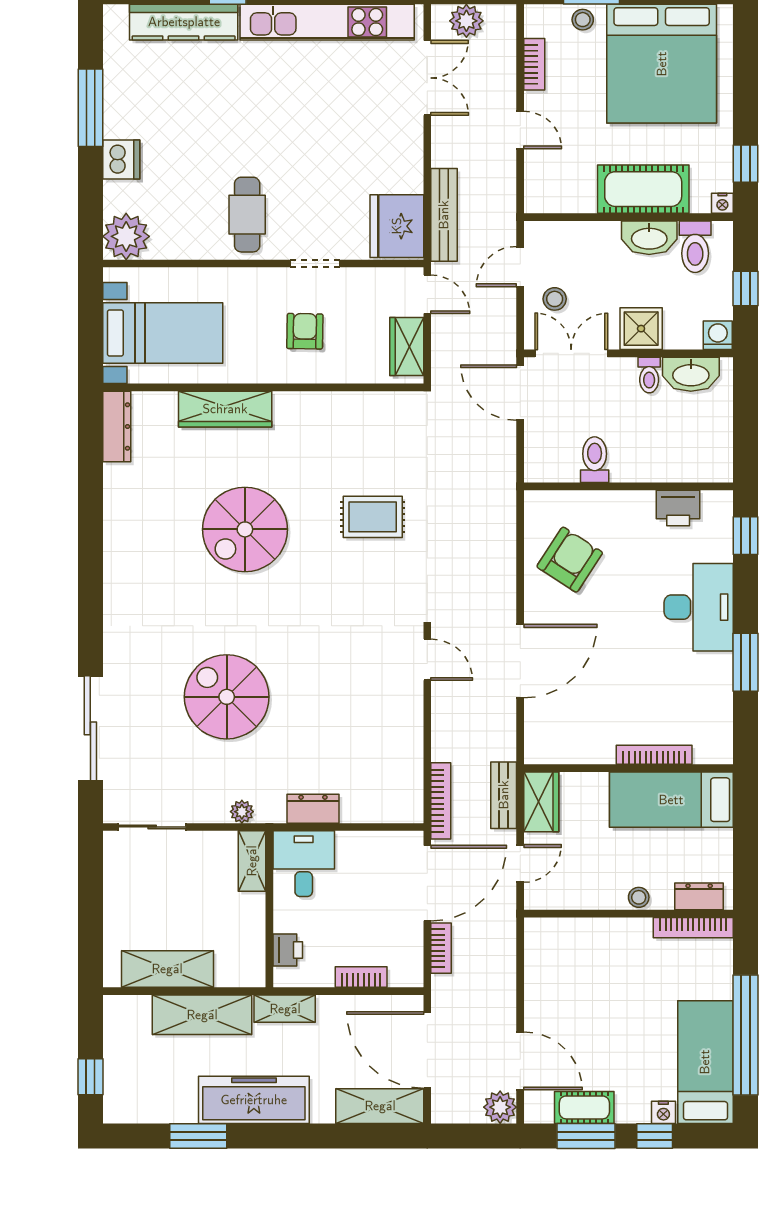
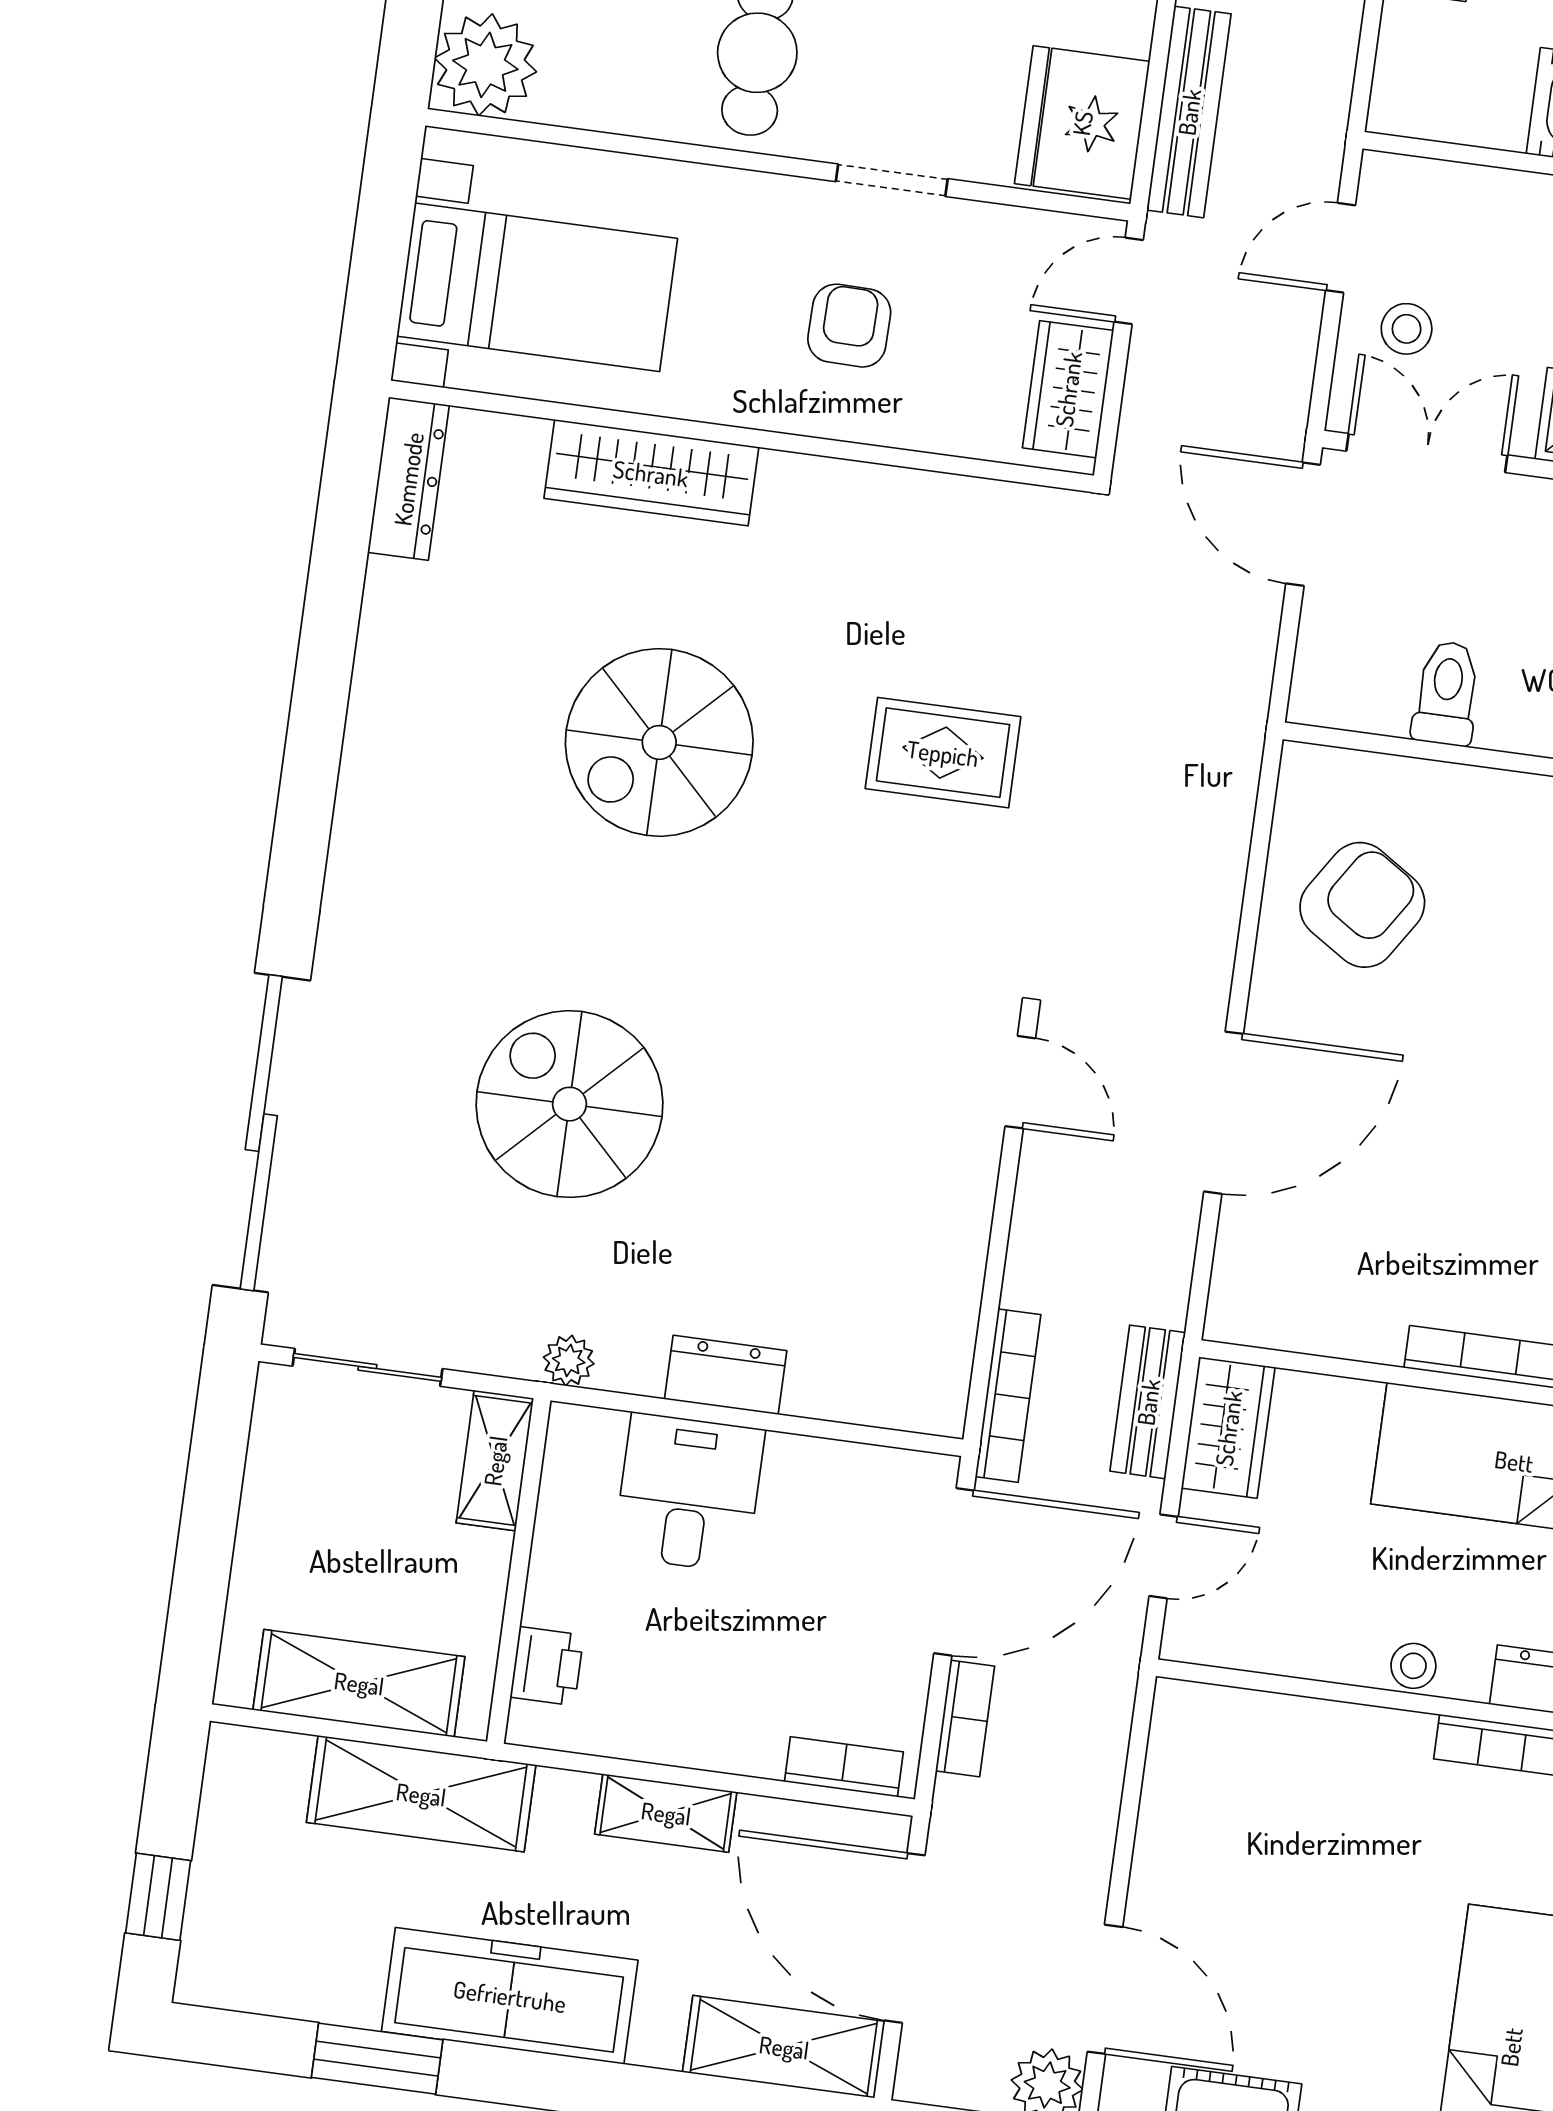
door: (427, 294) -> (1129, 281), swing flipped
sliding door: (90, 728) -> (261, 1133), width x1.36
shelving: (252, 861) -> (495, 1461), moved
wall: (269, 909) -> (519, 1571), moved
printer: (288, 950) -> (547, 1666), moved
bookcase: (361, 977) -> (844, 1767), moved
shelving: (285, 1009) -> (666, 1813), moved

